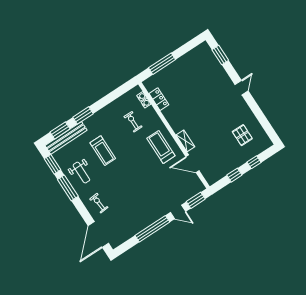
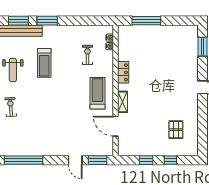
locker: (159, 99) -> (123, 72), moved
window: (152, 229) -> (23, 160), moved

